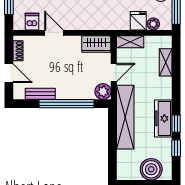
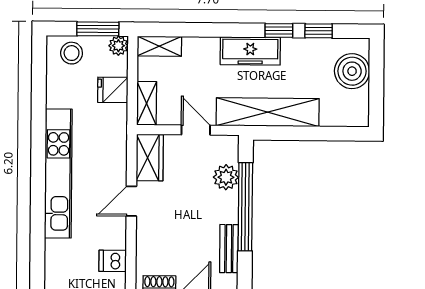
plant: (153, 24) -> (118, 46), moved
door: (54, 33) -> (131, 201), moved
shelving: (166, 62) -> (159, 46), moved
plant: (103, 92) -> (226, 177), moved
freezer: (163, 118) -> (250, 51), moved

